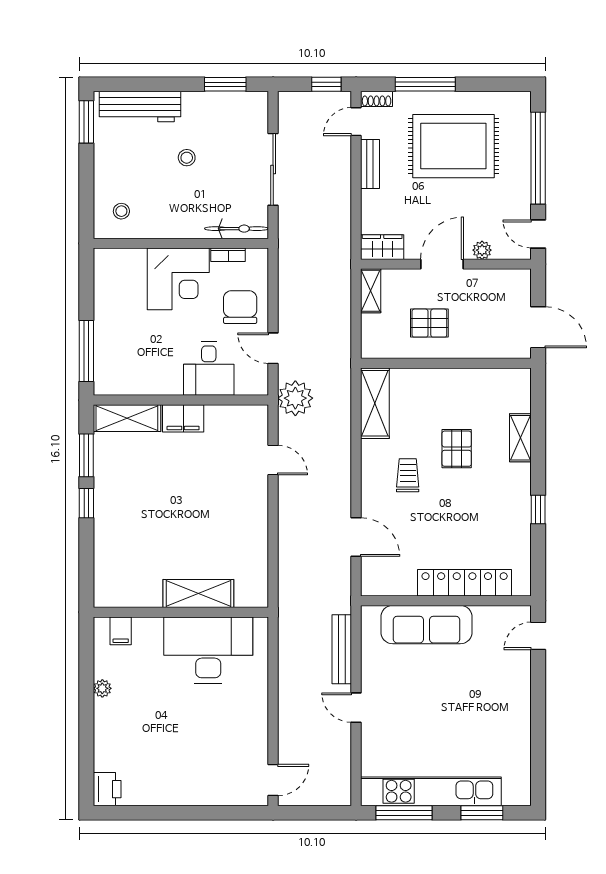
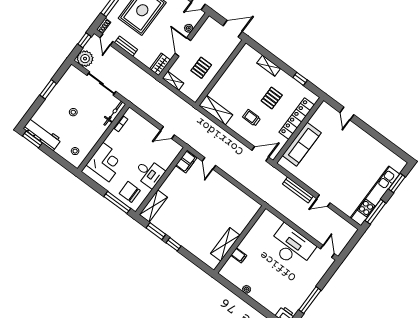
window: (225, 84) -> (48, 89), moved
workbench: (140, 107) -> (42, 134), moved, turned -90
corner desk: (178, 279) -> (106, 162), moved
chair: (240, 307) -> (130, 192), moved
desk: (209, 368) -> (149, 173), moved
plant: (295, 398) -> (85, 59), moved
filing cabinet: (183, 418) -> (186, 162), moved
pallet: (457, 449) -> (272, 98), moved, turned 90
door: (273, 460) -> (209, 163), swing flipped
locker: (465, 583) -> (297, 119), moved
shelving: (198, 593) -> (225, 244), moved
wall: (446, 601) -> (298, 130), moved
sofa: (427, 625) -> (302, 144), moved
filing cabinet: (121, 631) -> (239, 255), moved
desk: (208, 650) -> (292, 246), moved, turned 90
window: (166, 813) -> (310, 300), added

